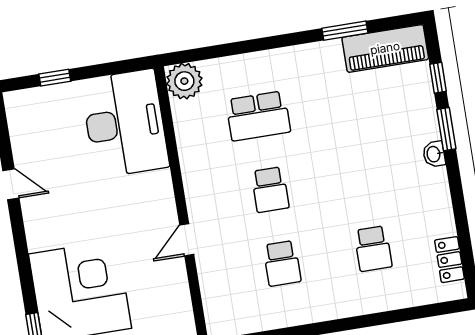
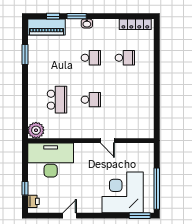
piano: (385, 48) -> (47, 27), moved, turned 90
printer: (29, 101) -> (33, 201), added
locker: (449, 260) -> (135, 24), width x1.53
school desk: (282, 263) -> (91, 58), moved

